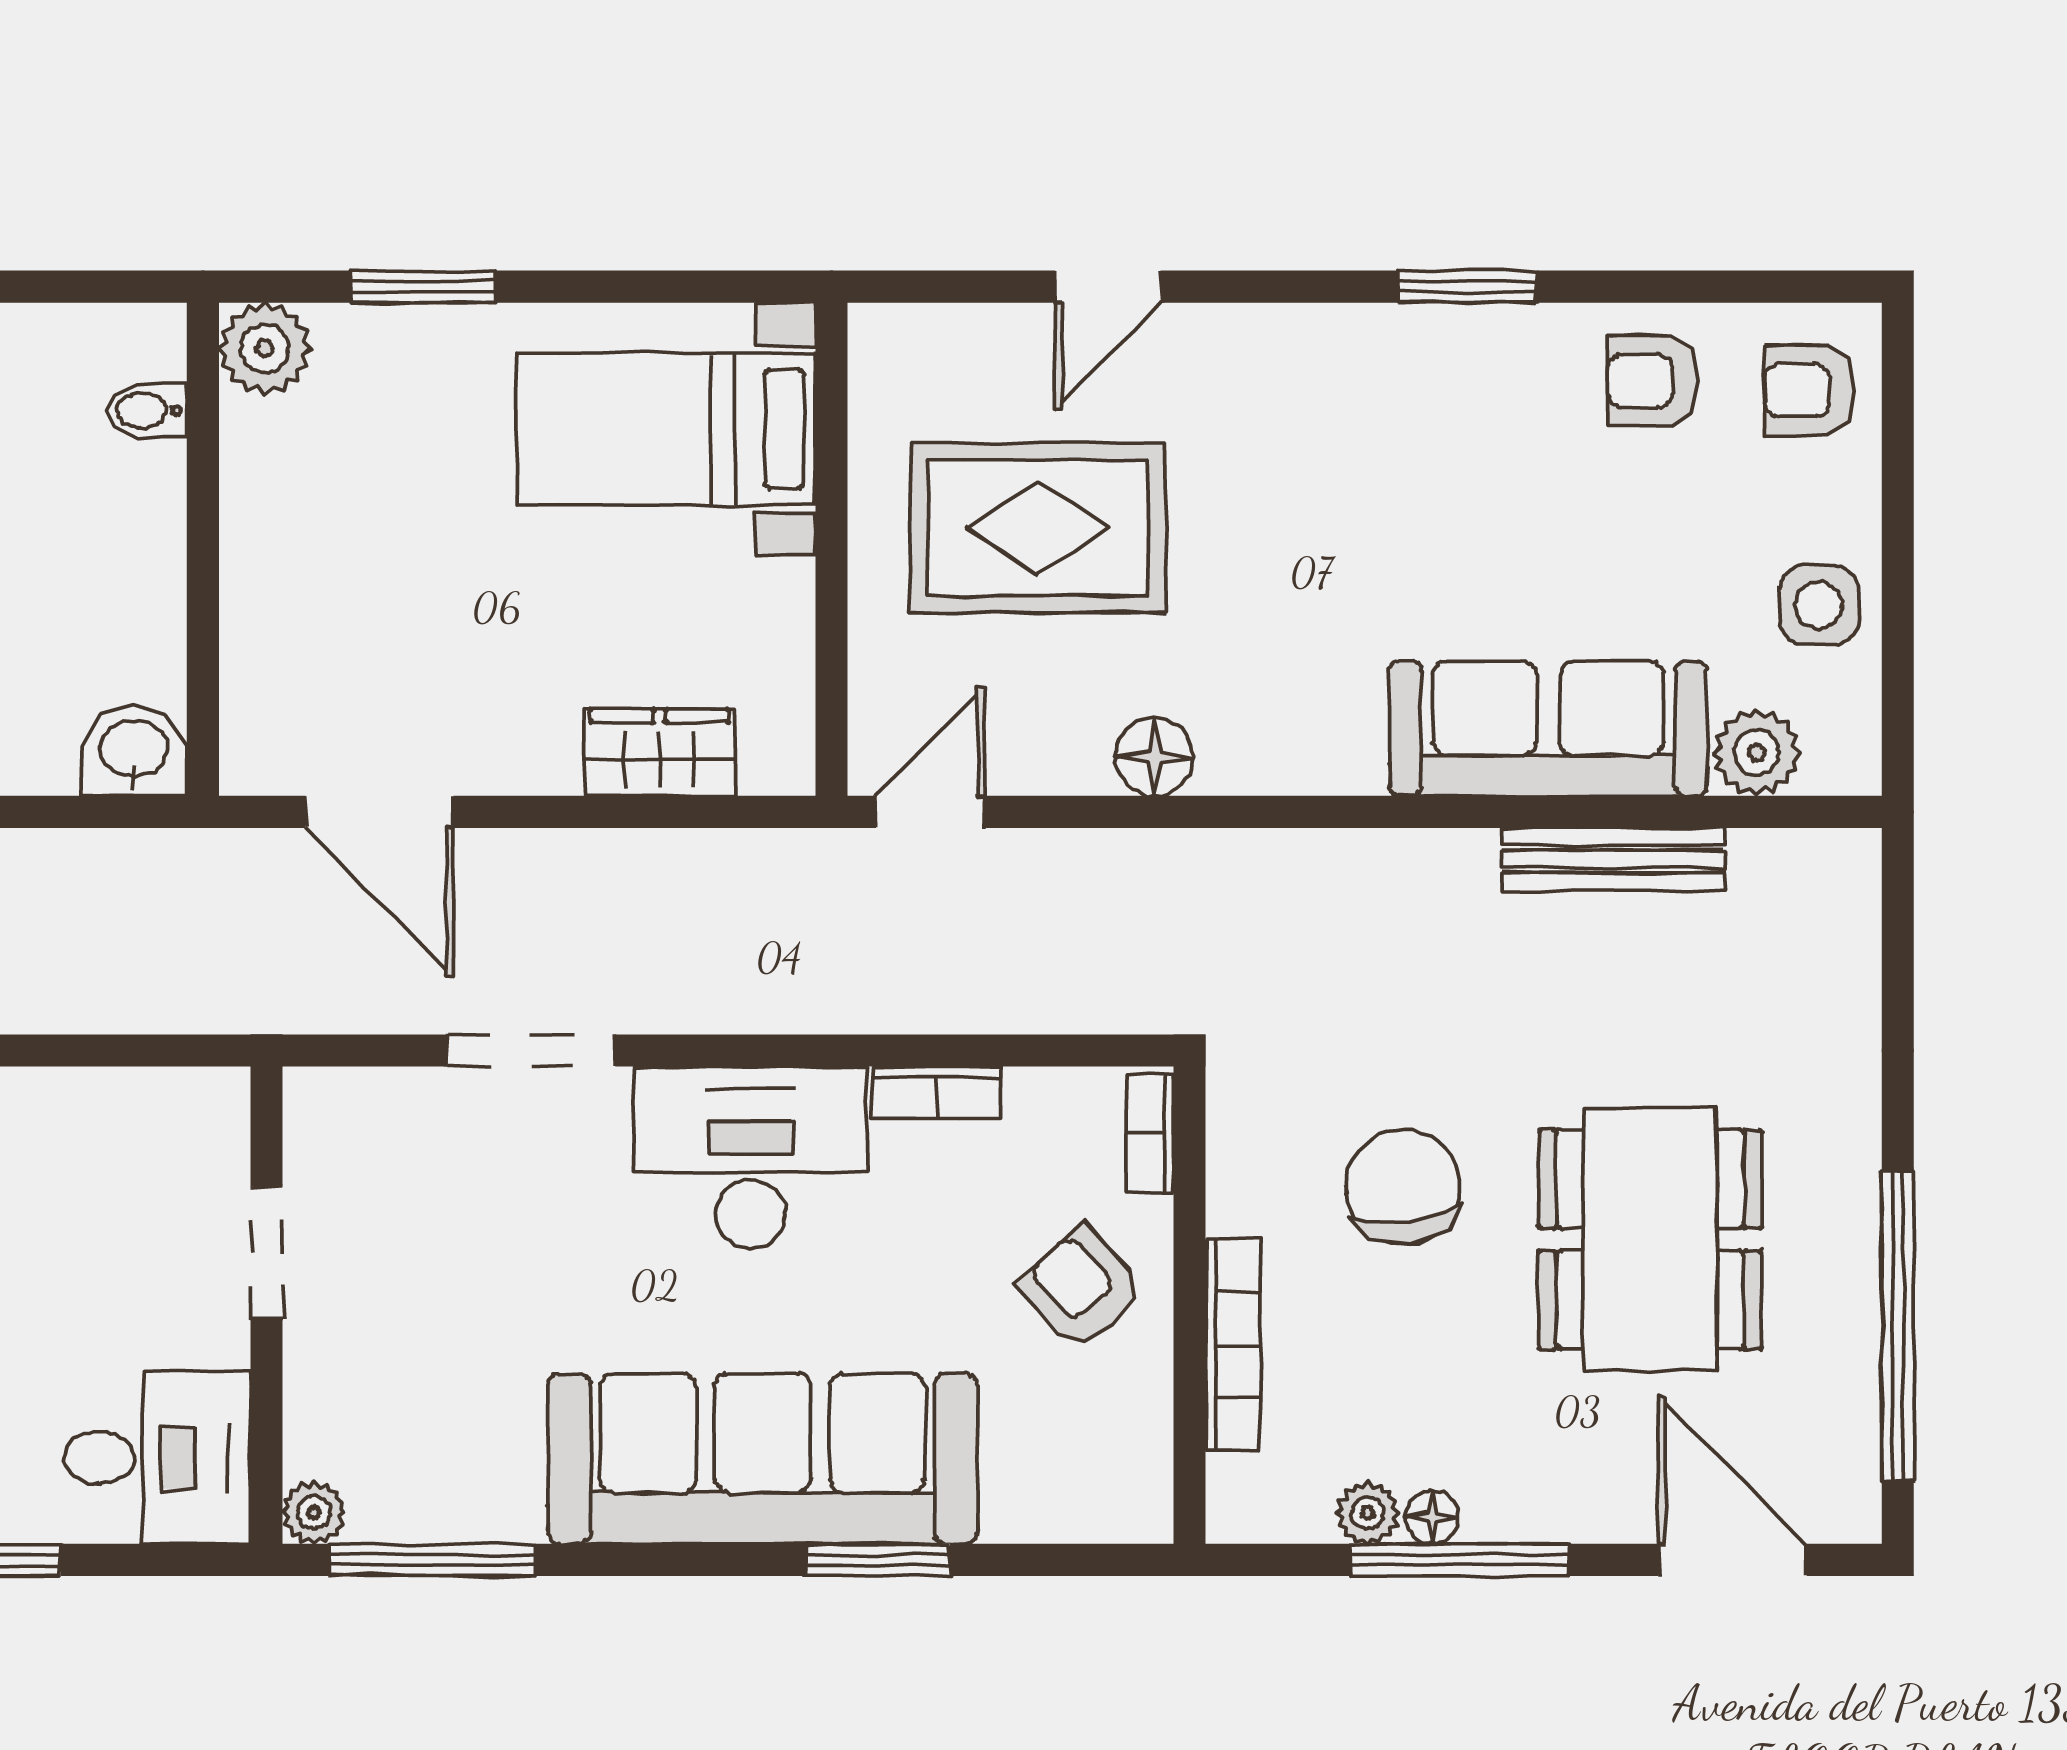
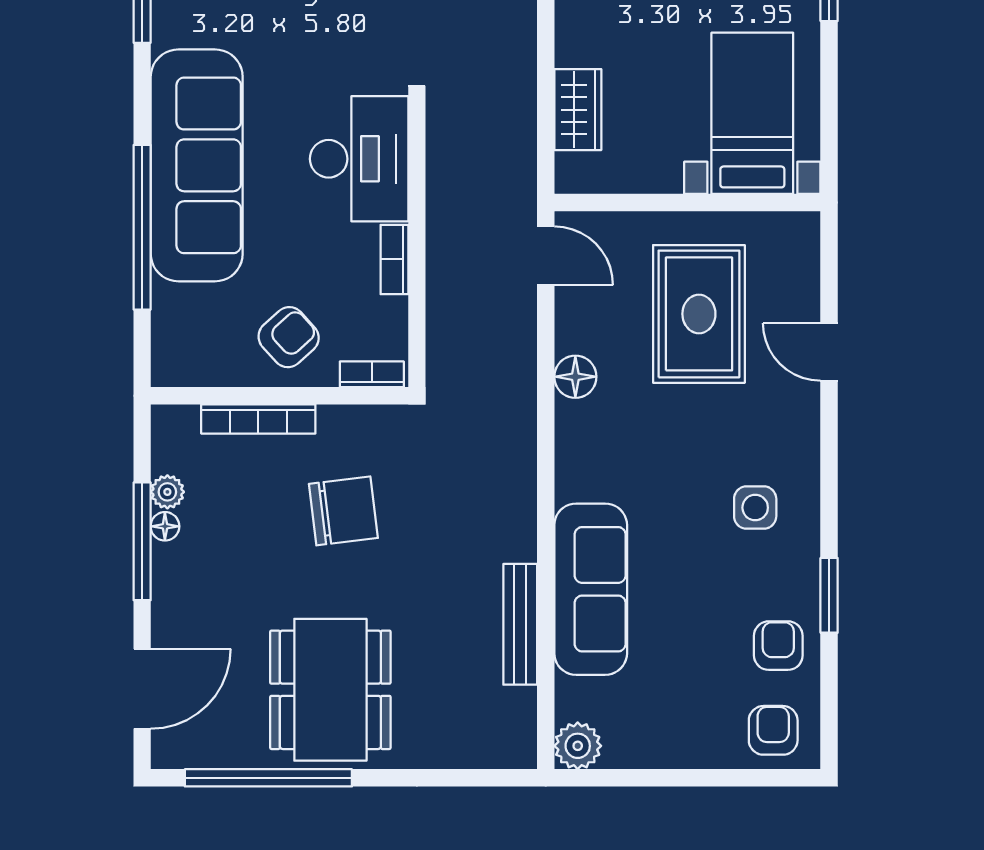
window: (1467, 287) -> (829, 595), moved
side table: (1819, 605) -> (755, 508), moved
plant: (1757, 753) -> (578, 746), moved
dining table: (1650, 1239) -> (330, 690), moved, turned 90
window: (877, 1560) -> (142, 227), width x2.11

